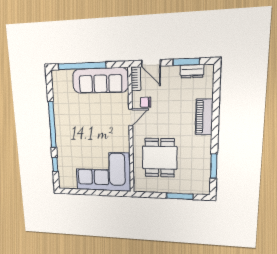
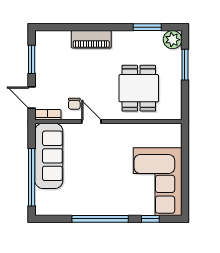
door: (151, 63) -> (32, 97), swing flipped
dresser: (192, 71) -> (42, 53), removed
dining table: (160, 158) -> (139, 88), turned 90
corner sofa: (103, 171) -> (158, 182), moved
plant: (202, 187) -> (173, 40), added

